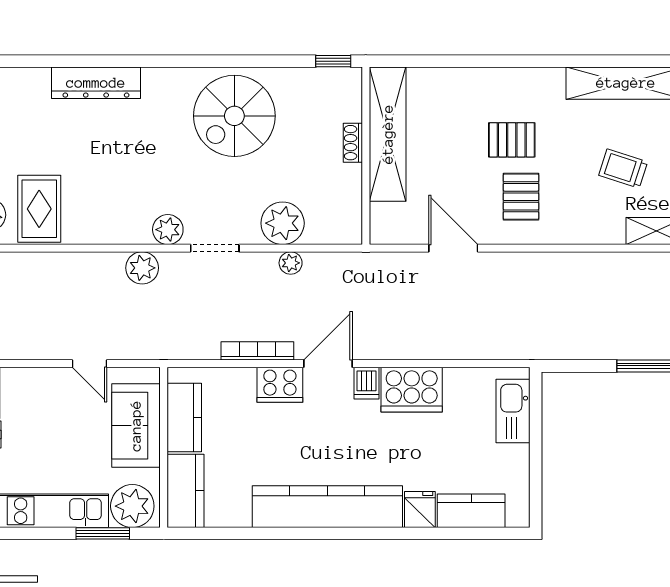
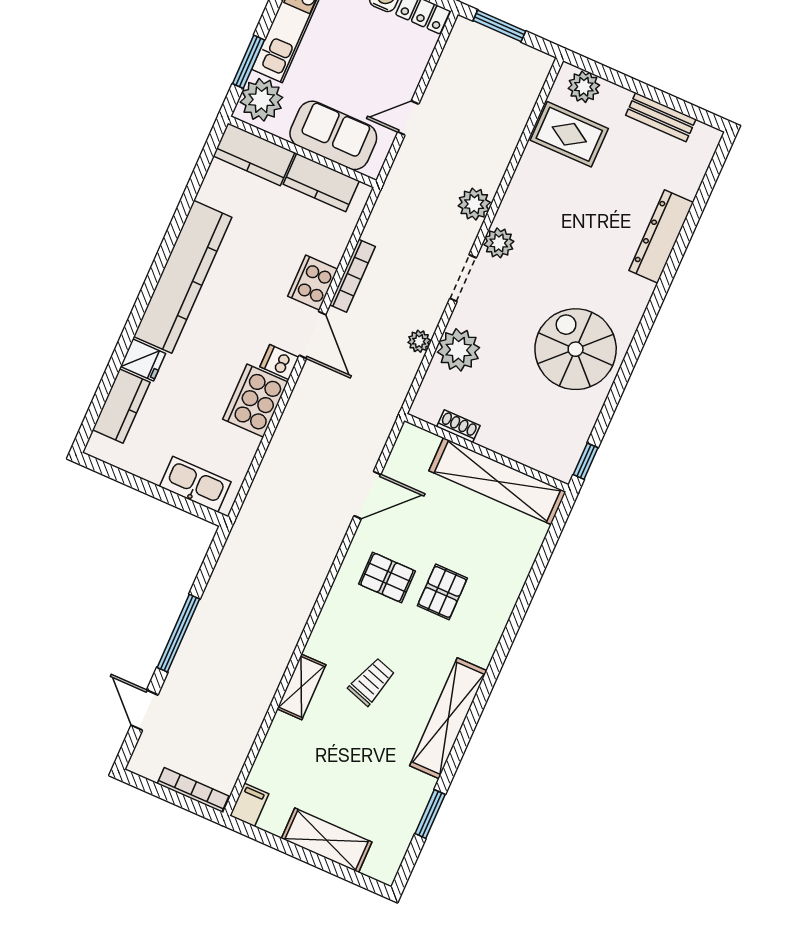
shoe rack: (353, 143) -> (458, 426), moved

